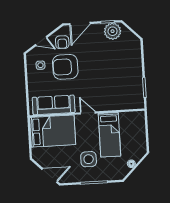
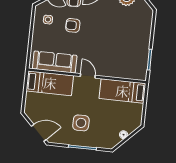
armchair: (65, 67) -> (73, 25), width x0.53, depth x0.53
bed: (53, 131) -> (50, 83), width x0.67
bed: (109, 135) -> (122, 91), moved, turned 90

